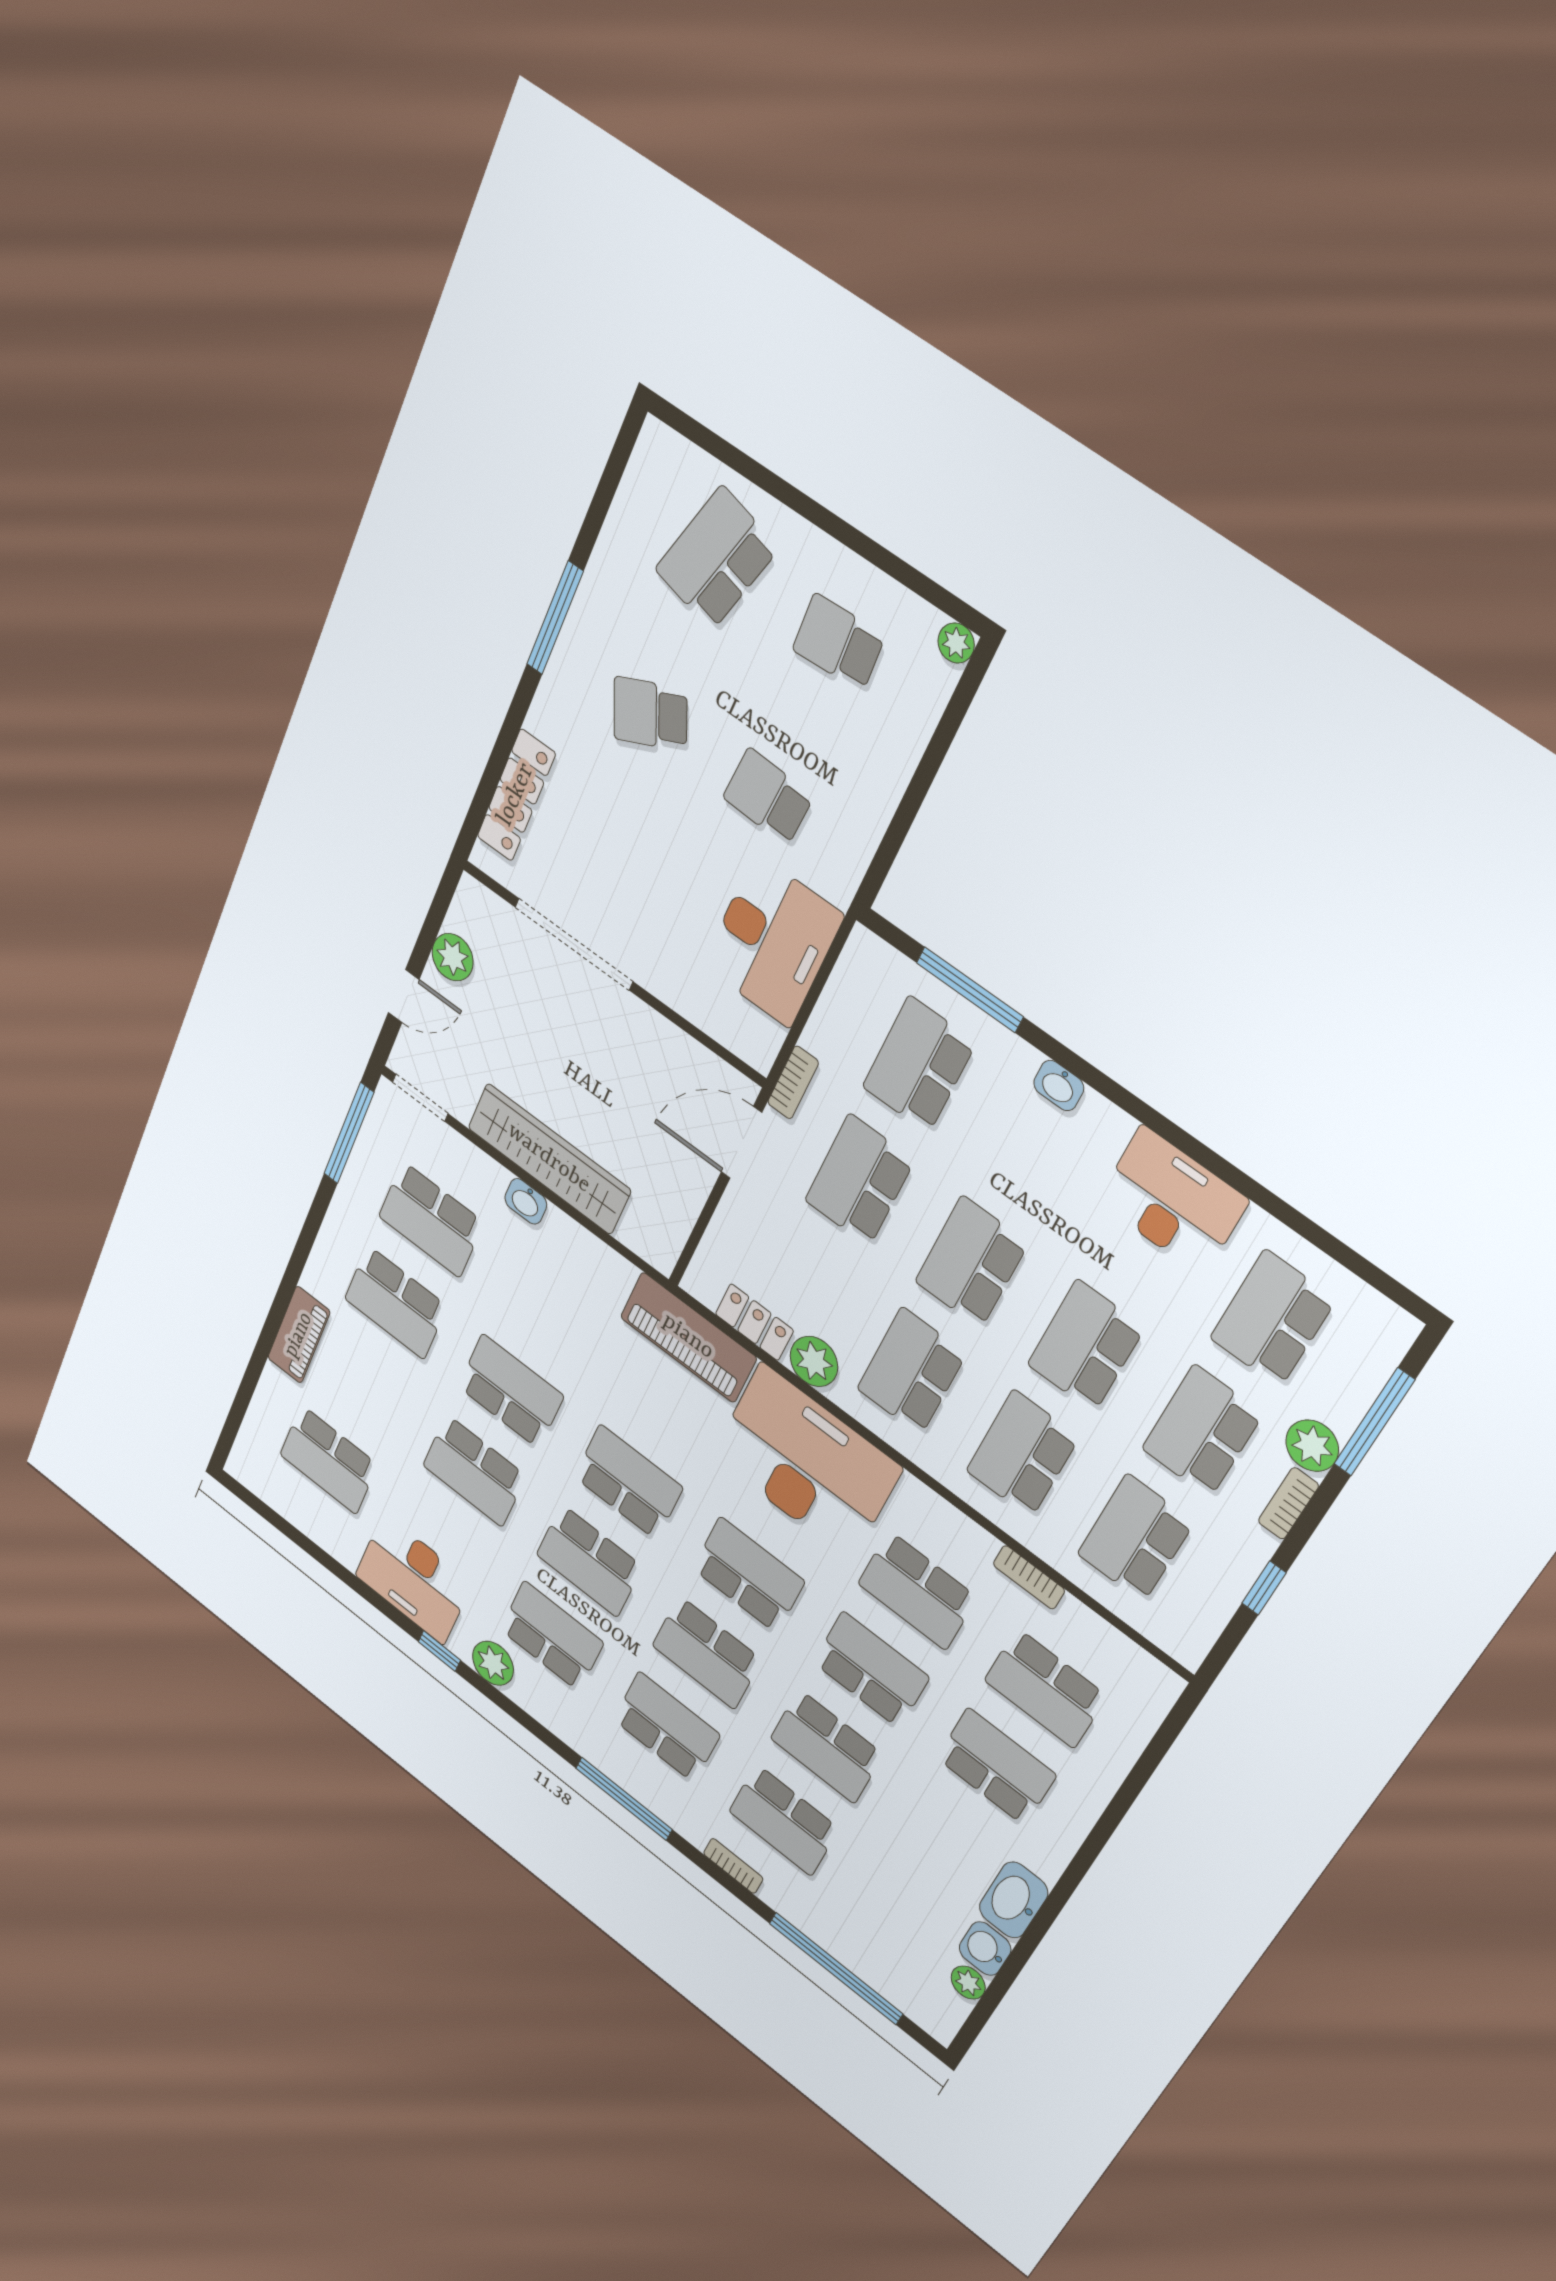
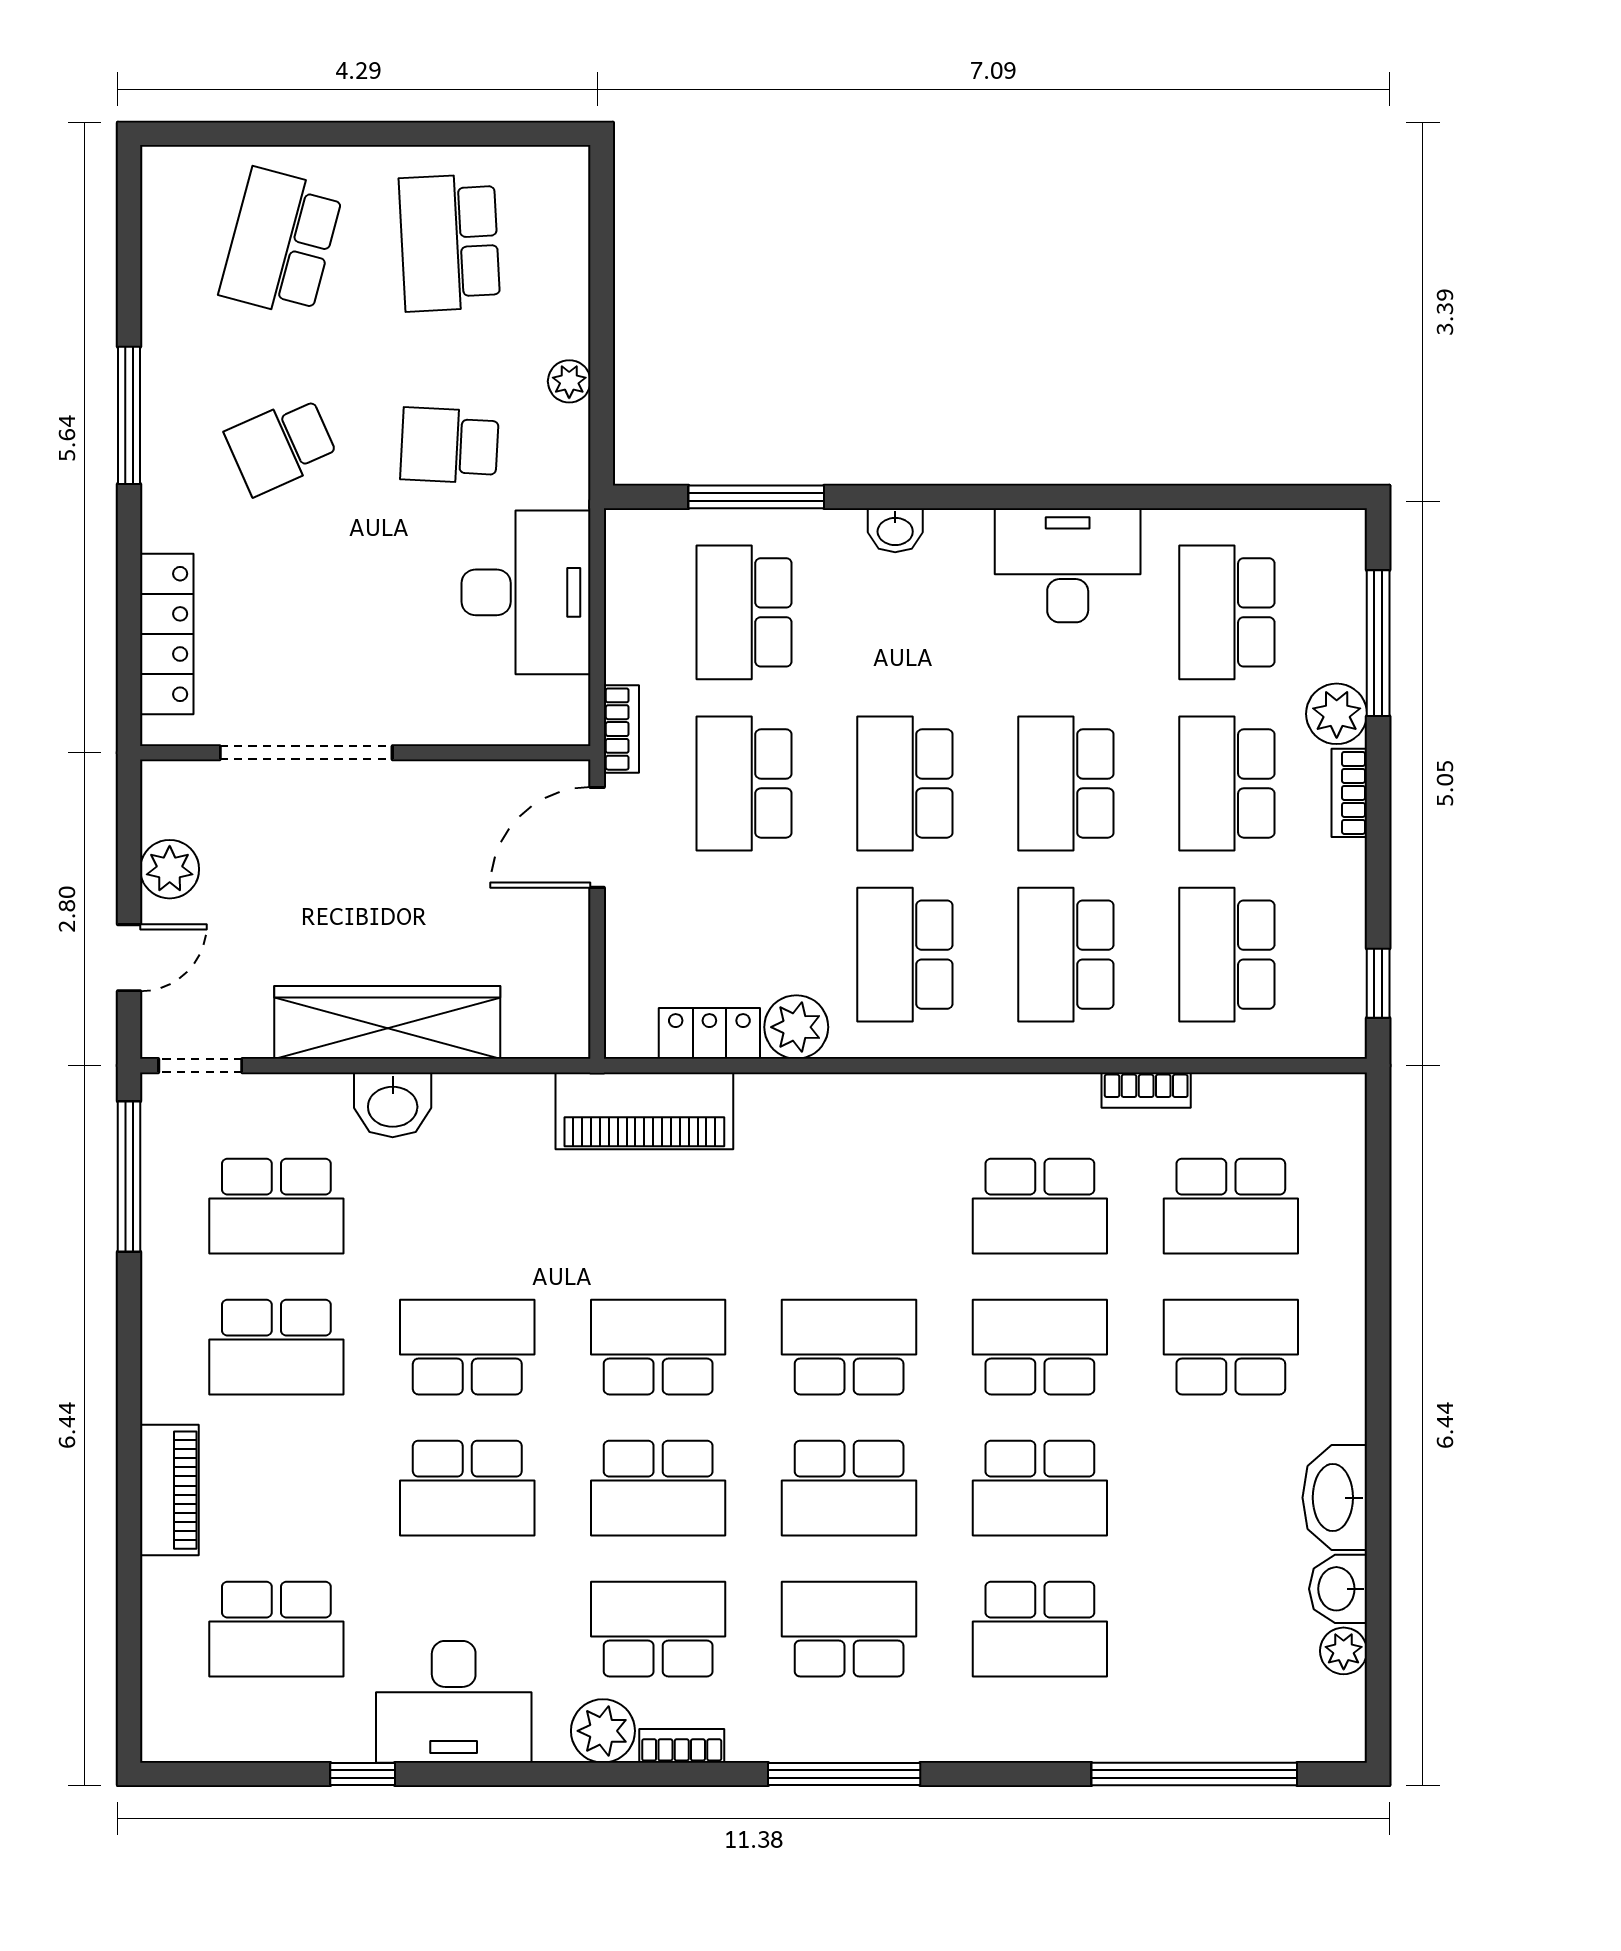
school desk: (839, 643) -> (449, 243), width x1.85
plant: (956, 643) -> (569, 381), moved
washbasin: (526, 1201) -> (393, 1105), width x1.38, depth x1.45
desk: (806, 1462) -> (846, 1153), removed
window: (1264, 1588) -> (1378, 983), moved
window: (439, 1651) -> (363, 1774), moved
bookcase: (733, 1866) -> (682, 1746), moved

